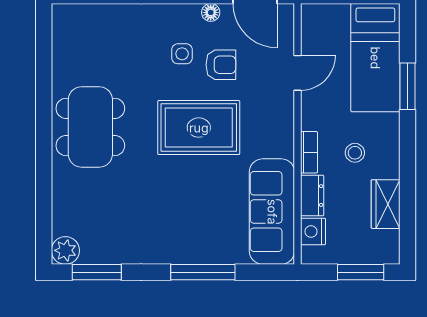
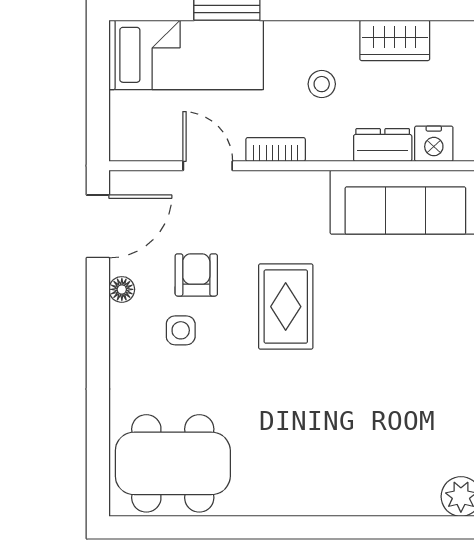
dining table: (90, 127) -> (173, 463), moved
rug: (199, 128) -> (286, 307), width x0.73, depth x0.70
bookcase: (309, 152) -> (276, 149), moved

